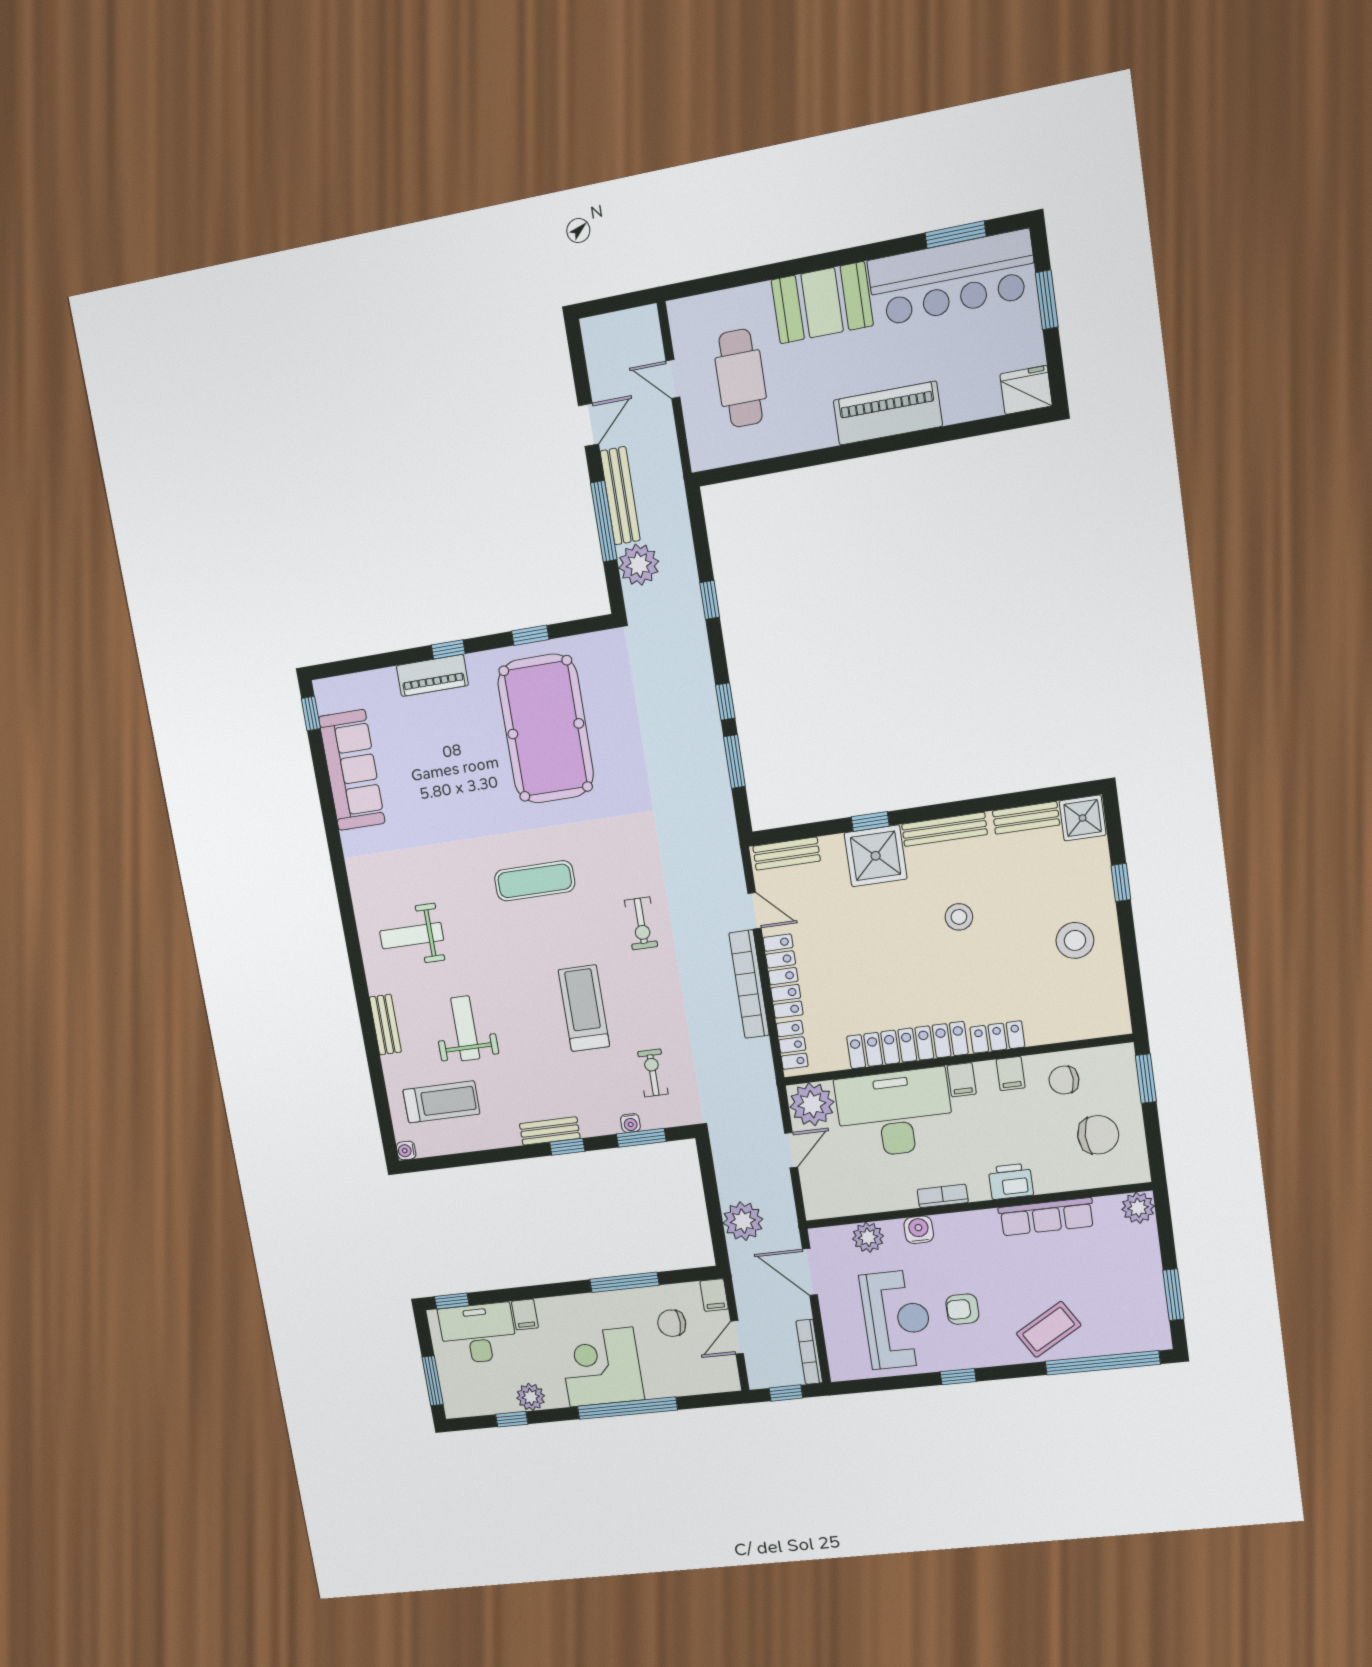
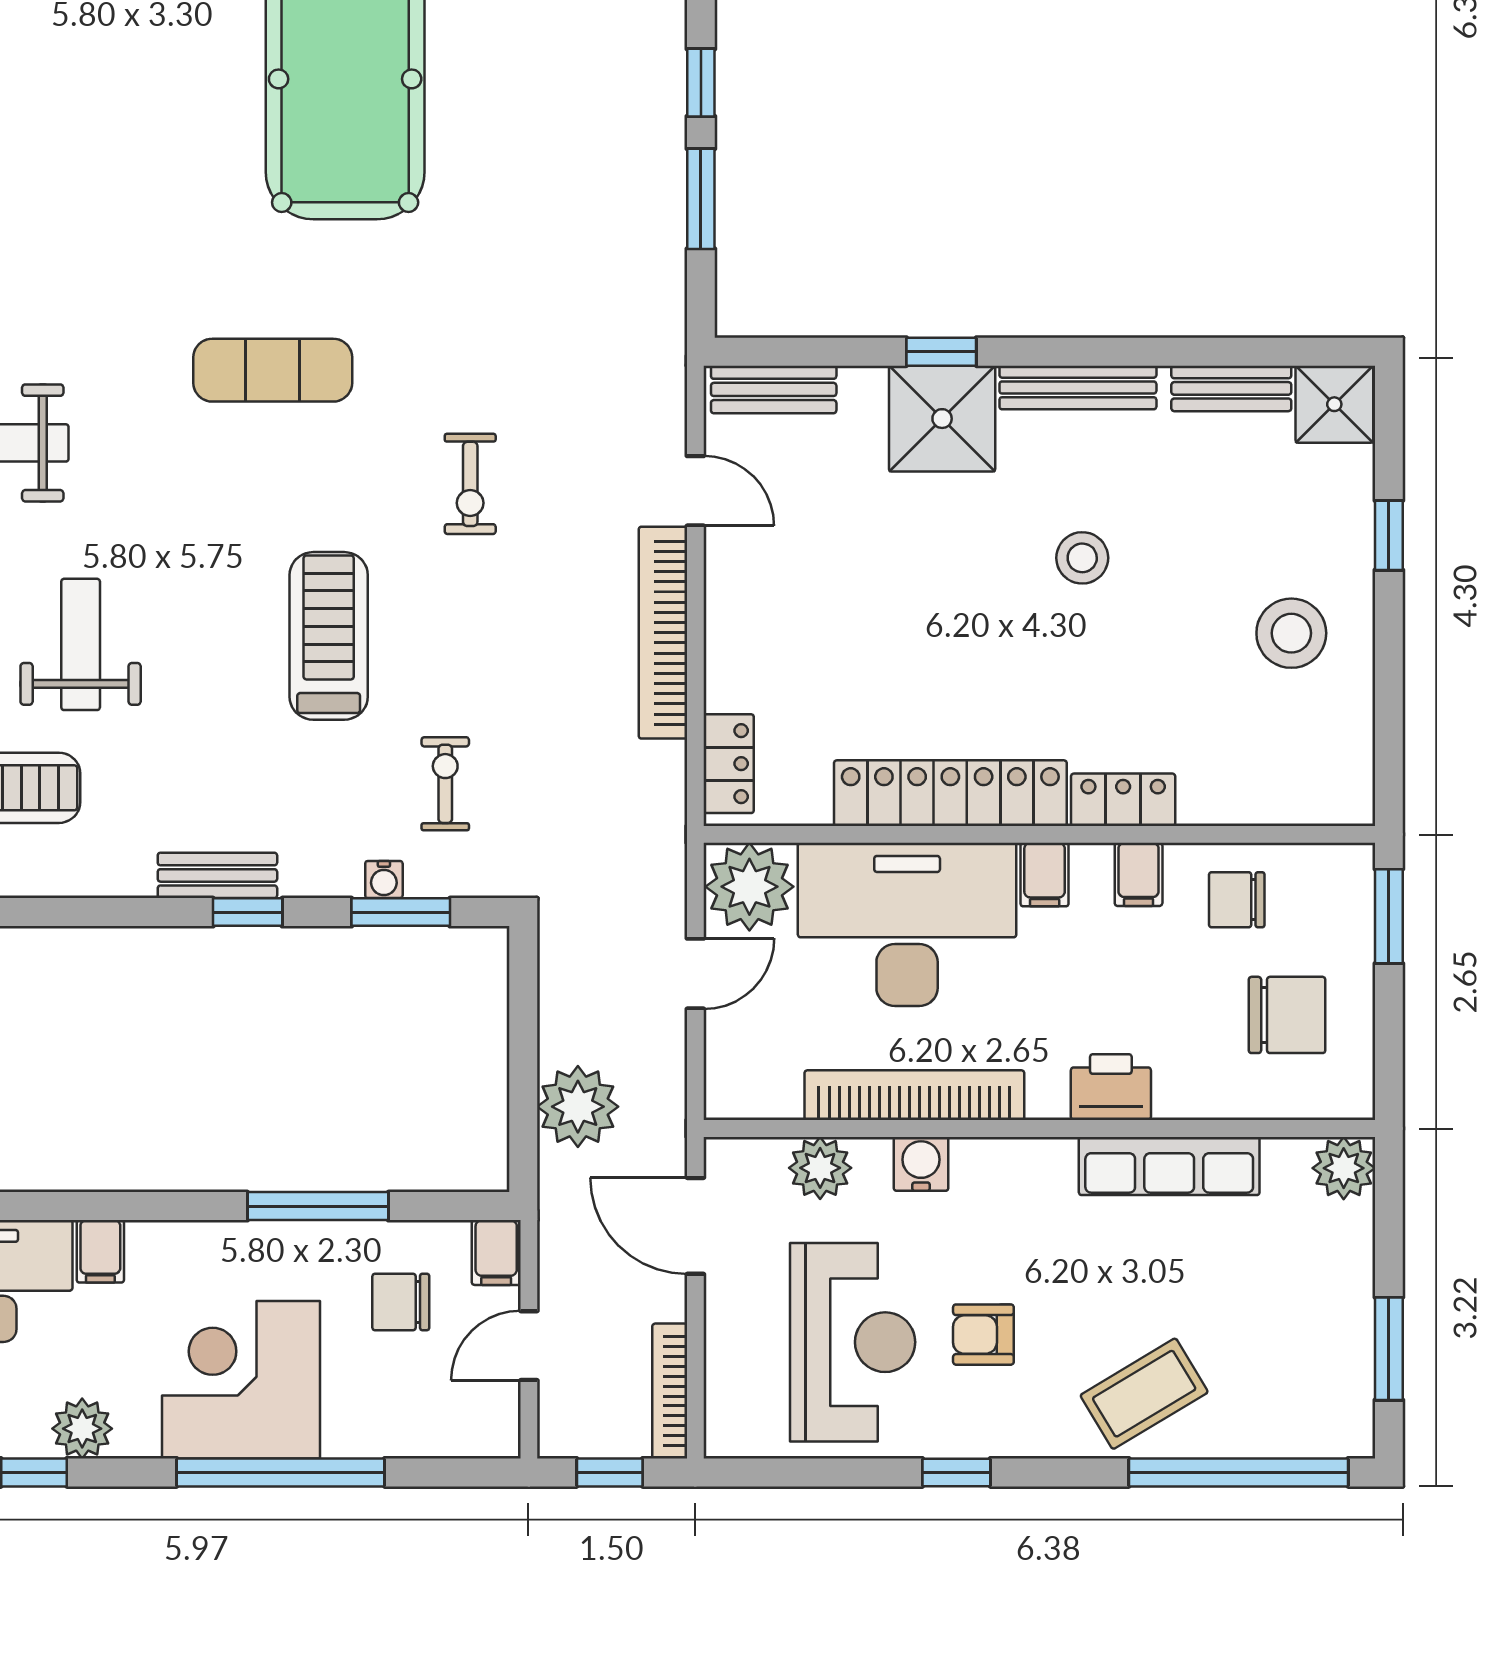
locker: (783, 976) -> (731, 626), removed
bookcase: (943, 1196) -> (914, 1095), width x2.31, depth x1.31

